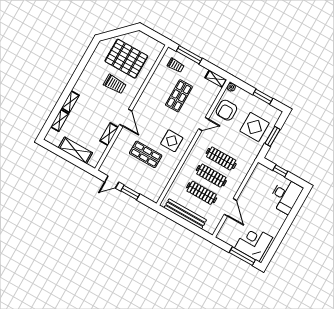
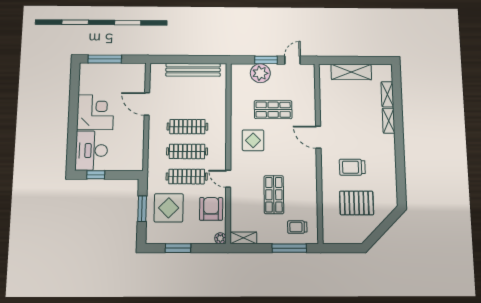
pallet: (126, 59) -> (357, 203), width x0.73, depth x0.71
door: (204, 124) -> (228, 179), hinge flipped
shelving: (109, 134) -> (326, 109), removed
window: (280, 171) -> (96, 175), moved
plant: (140, 185) -> (260, 73), added
clothes rail: (202, 193) -> (187, 177), moved
corner desk: (254, 243) -> (95, 112), moved, turned -90

